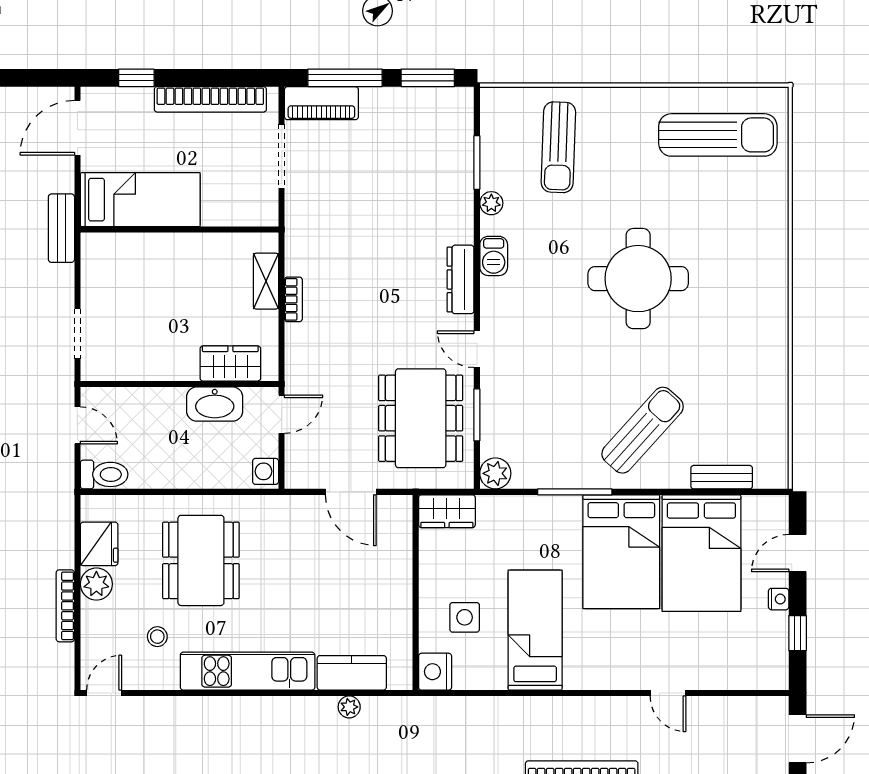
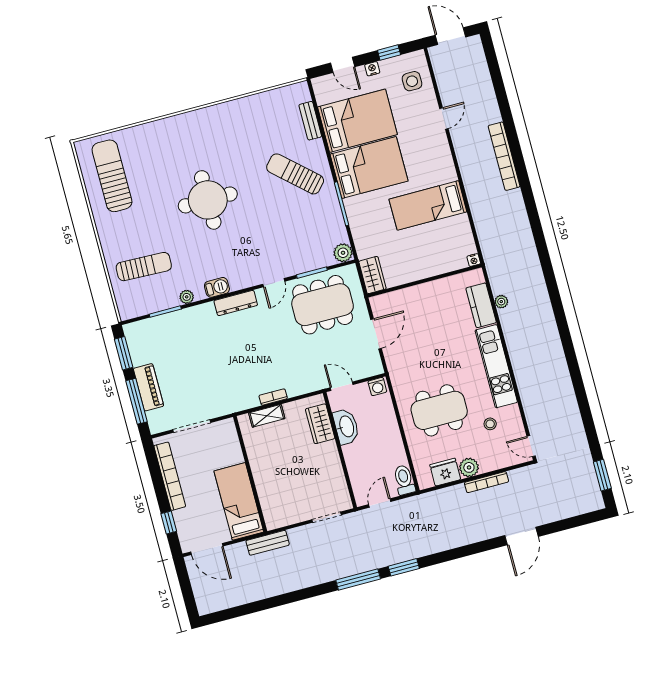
piano: (321, 103) -> (148, 387), moved
side table: (465, 617) -> (412, 81), moved
nightstand: (435, 672) -> (474, 260), width x0.53, depth x0.56

